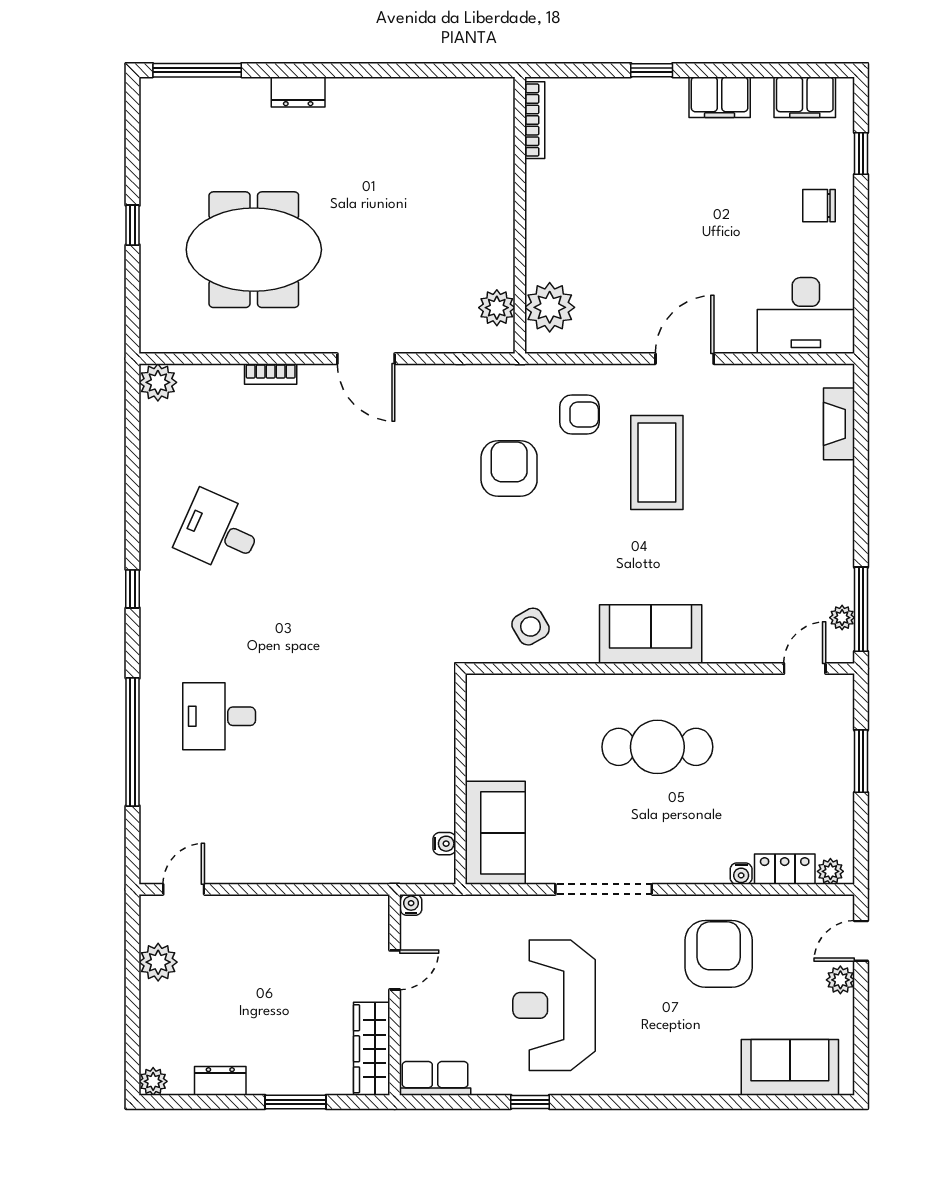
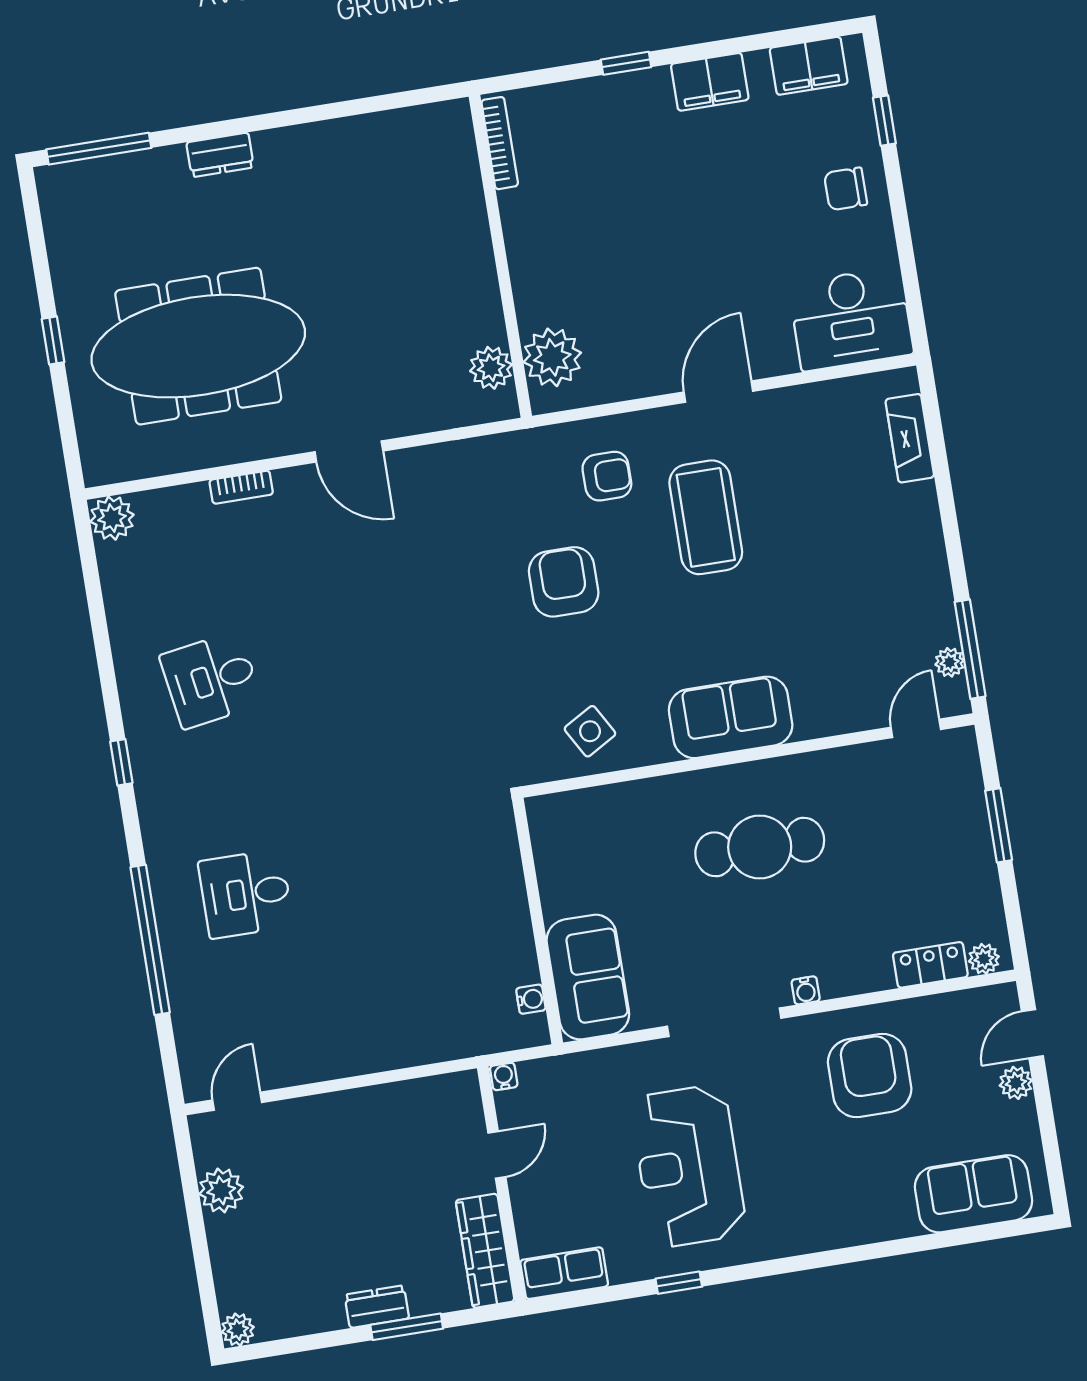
meeting table: (254, 250) -> (198, 346), width x1.36
armchair: (509, 469) -> (564, 582), moved
desk: (219, 532) -> (211, 680), turned -33
water cooler: (741, 874) -> (806, 990), moved
dresser: (220, 1081) -> (377, 1307), moved

